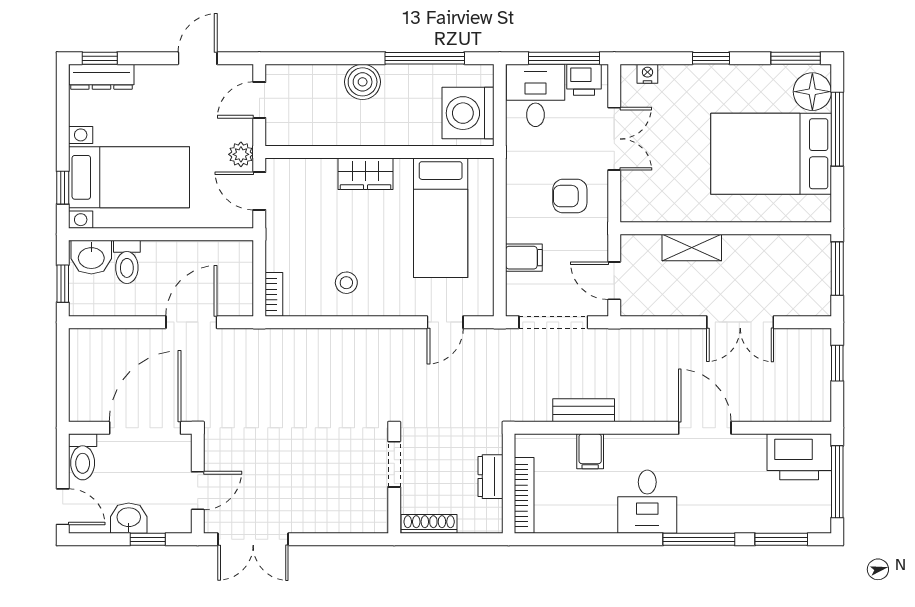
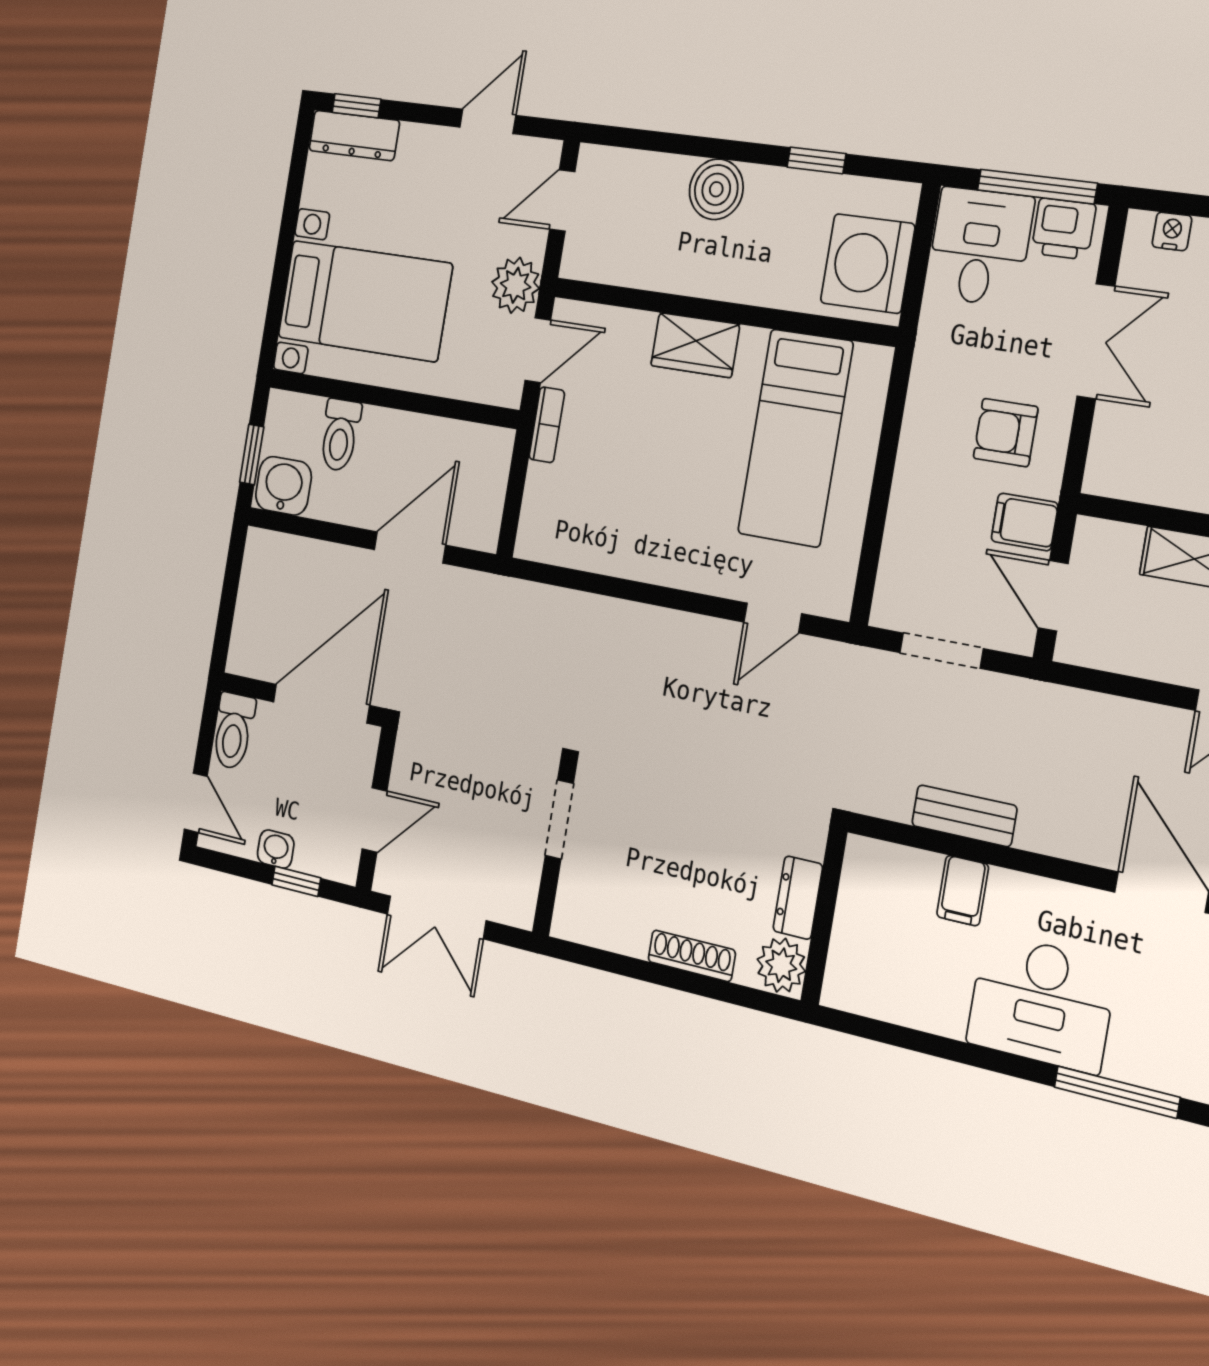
window: (425, 58) -> (816, 160), width x0.46
plant: (241, 154) -> (516, 285), width x1.38, depth x1.38
window: (63, 188) -> (276, 304), removed
door: (259, 191) -> (538, 350), swing flipped
washbasin: (91, 257) -> (283, 486), moved, turned 180
filing cabinet: (524, 258) -> (1025, 522), moved, turned 180
stool: (346, 283) -> (637, 523), removed
bookcase: (274, 294) -> (547, 425), moved
doorway: (553, 322) -> (941, 651), width x0.73
doorway: (394, 464) -> (559, 819), moved
wall: (394, 484) -> (554, 852), moved
bookcase: (524, 495) -> (845, 943), removed
desk: (647, 502) -> (1041, 1003), width x1.37
plant: (487, 517) -> (781, 965), added
washbasin: (129, 518) -> (276, 849), width x0.72, depth x0.69

